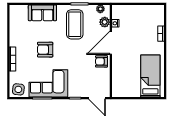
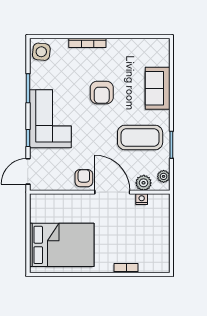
armchair: (45, 50) -> (102, 92), turned 180
bed: (150, 76) -> (62, 245), width x1.50
corner sofa: (48, 83) -> (50, 119), moved

